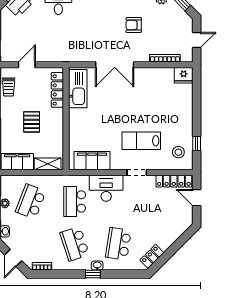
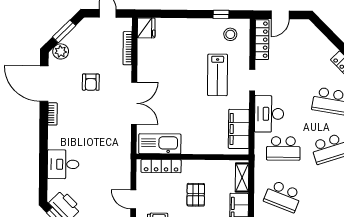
pallet: (32, 122) -> (196, 195), turned 90

